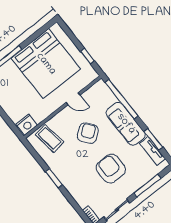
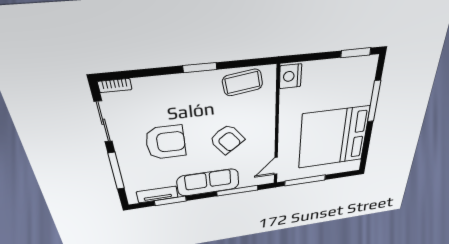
window: (87, 56) -> (305, 180), width x2.17
door: (73, 99) -> (276, 166), moved
window: (122, 99) -> (237, 191), width x0.68
coffee table: (49, 138) -> (243, 83), moved

